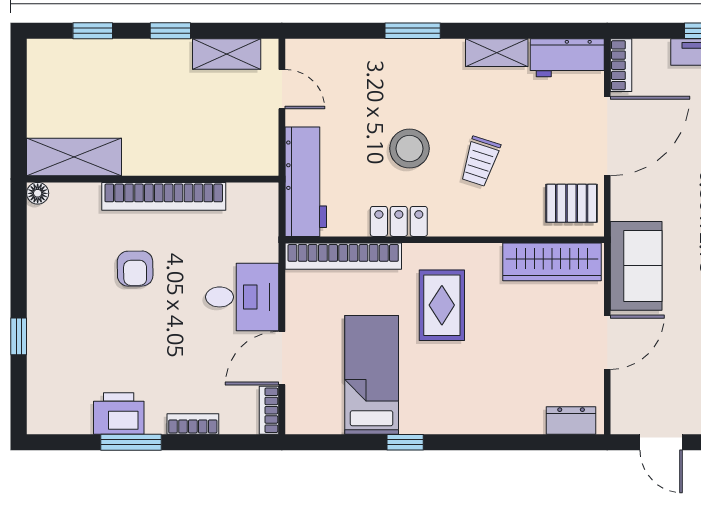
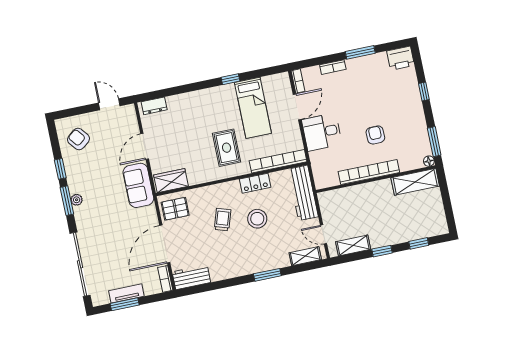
shelving: (497, 53) -> (305, 256), moved
window: (19, 230) -> (434, 142), added
wardrobe: (552, 262) -> (171, 181), width x0.67
printer: (119, 414) -> (401, 58), moved

